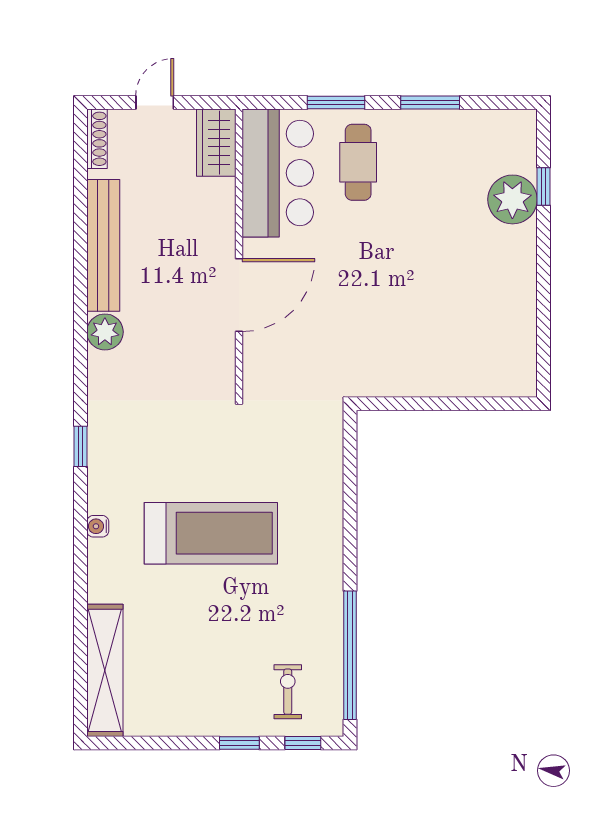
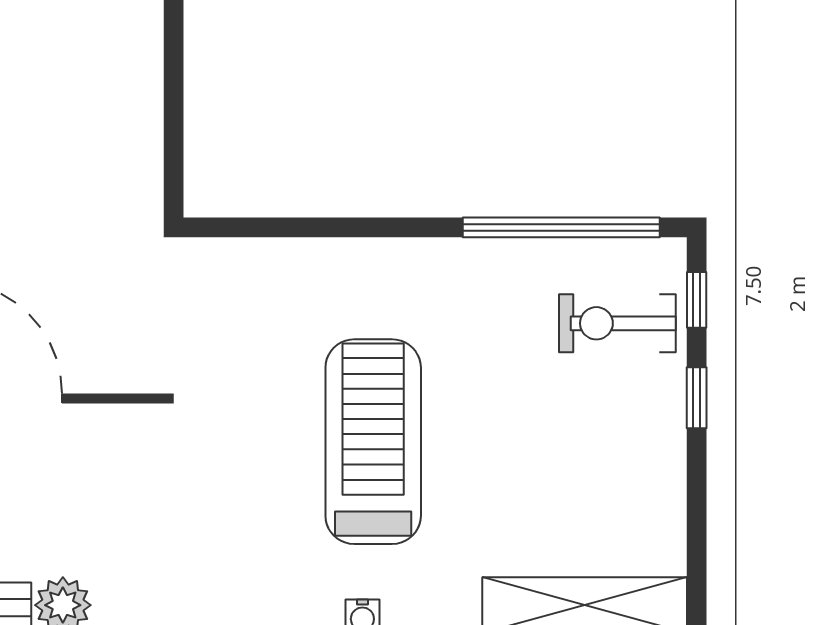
exercise bike: (288, 692) -> (617, 323), width x1.38, depth x1.39

